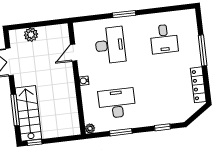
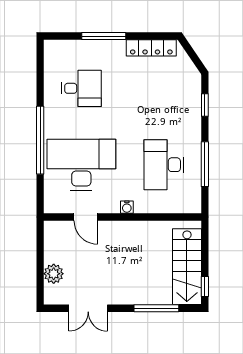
window: (124, 14) -> (40, 140), width x2.11
desk: (110, 45) -> (81, 165), width x1.36, depth x1.30
stairs: (28, 113) -> (187, 267), moved, turned -90
plant: (90, 128) -> (195, 207), removed
window: (121, 132) -> (205, 164), width x1.44

